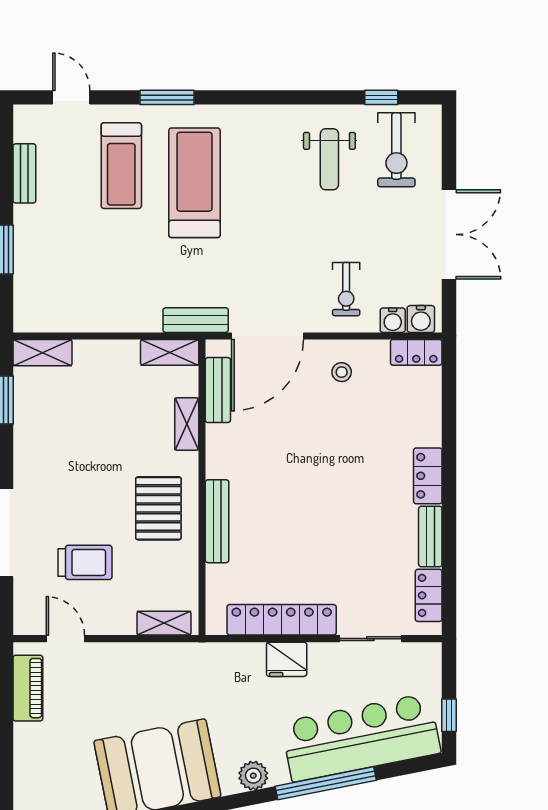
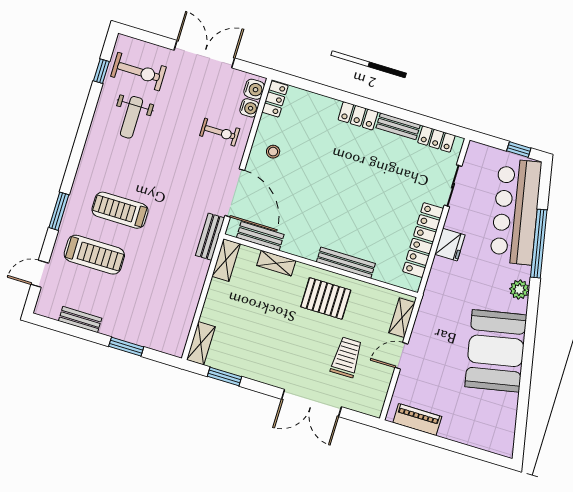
weight bench: (329, 159) -> (131, 117), turned 90
treadmill: (195, 183) -> (120, 210), width x0.73, depth x0.73
door: (65, 639) -> (401, 356), moved

